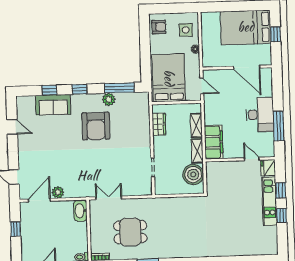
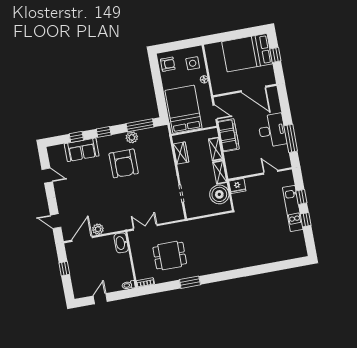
filing cabinet: (214, 142) -> (229, 135), moved
fridge: (268, 168) -> (237, 186), moved, turned -90

